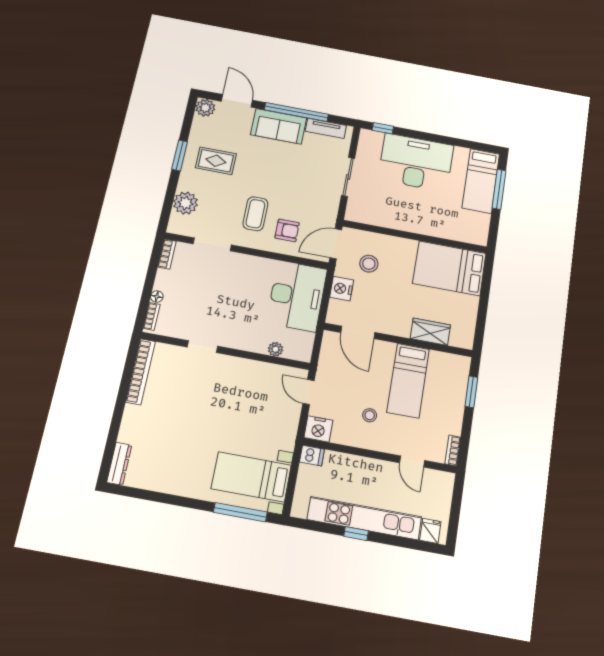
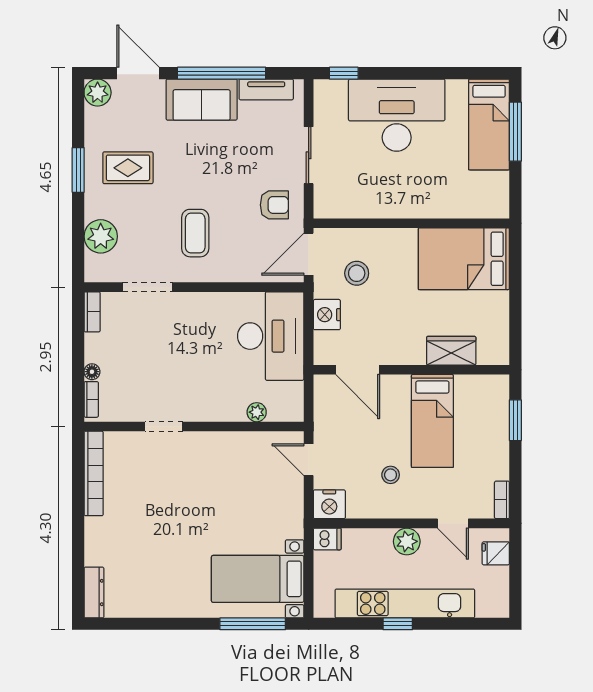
armchair: (287, 230) -> (274, 205), moved
plant: (374, 469) -> (407, 541), added
fridge: (430, 531) -> (496, 553), moved, turned -90

